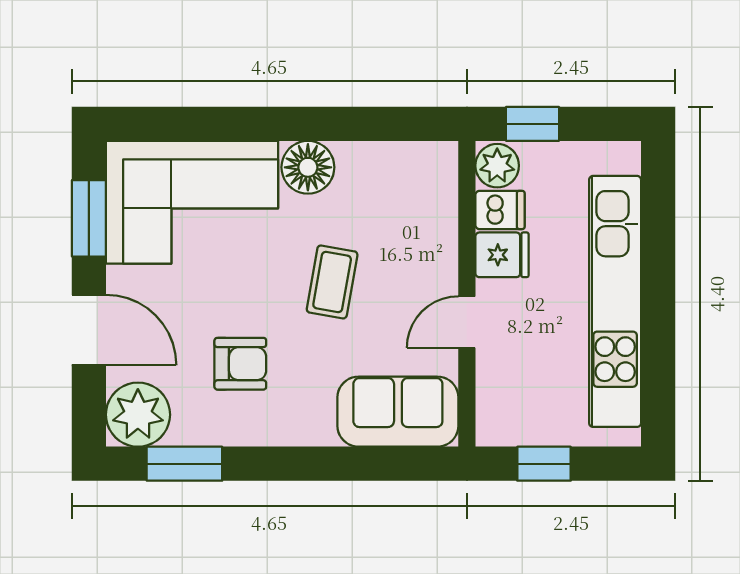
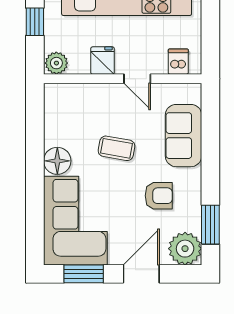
window: (533, 124) -> (35, 22), moved
dishwasher: (500, 210) -> (178, 62), moved
armchair: (240, 364) -> (159, 196), turned 90
sofa: (398, 412) -> (183, 136), moved
window: (544, 464) -> (210, 39), removed

